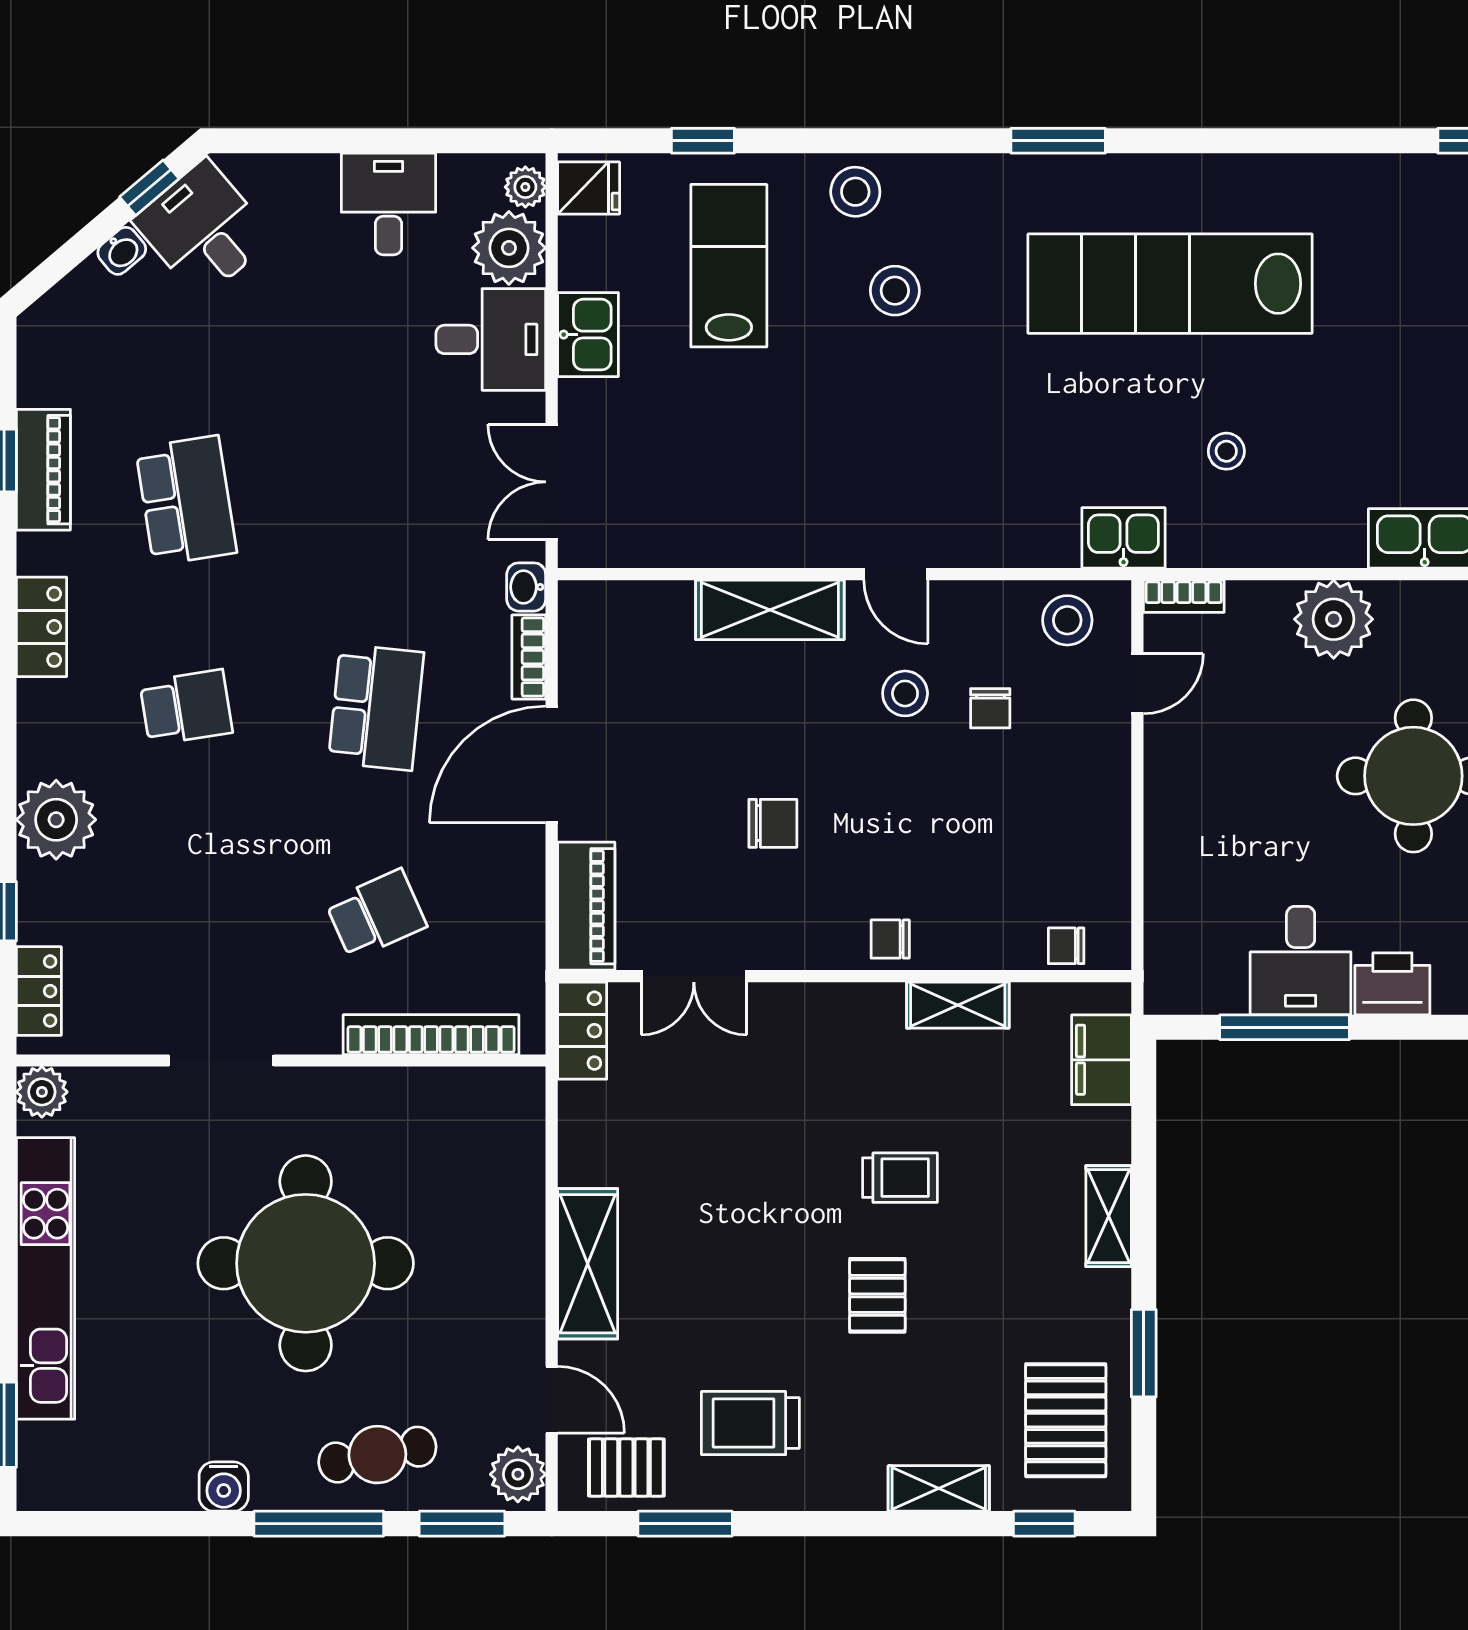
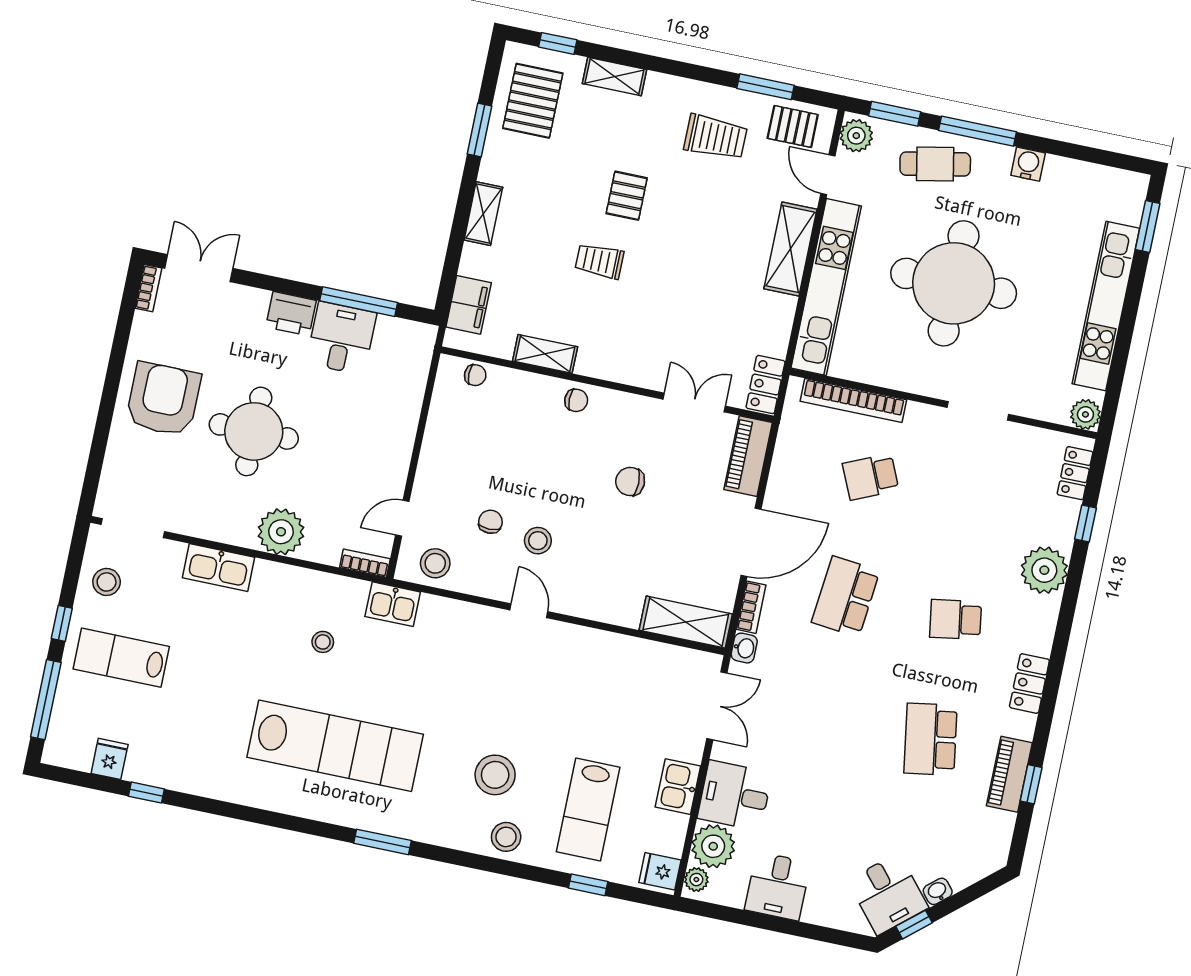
stool: (895, 291) -> (495, 775), width x1.38, depth x1.38
shelving: (770, 610) -> (686, 622), moved
kitchen unit: (515, 1213) -> (826, 287), added

